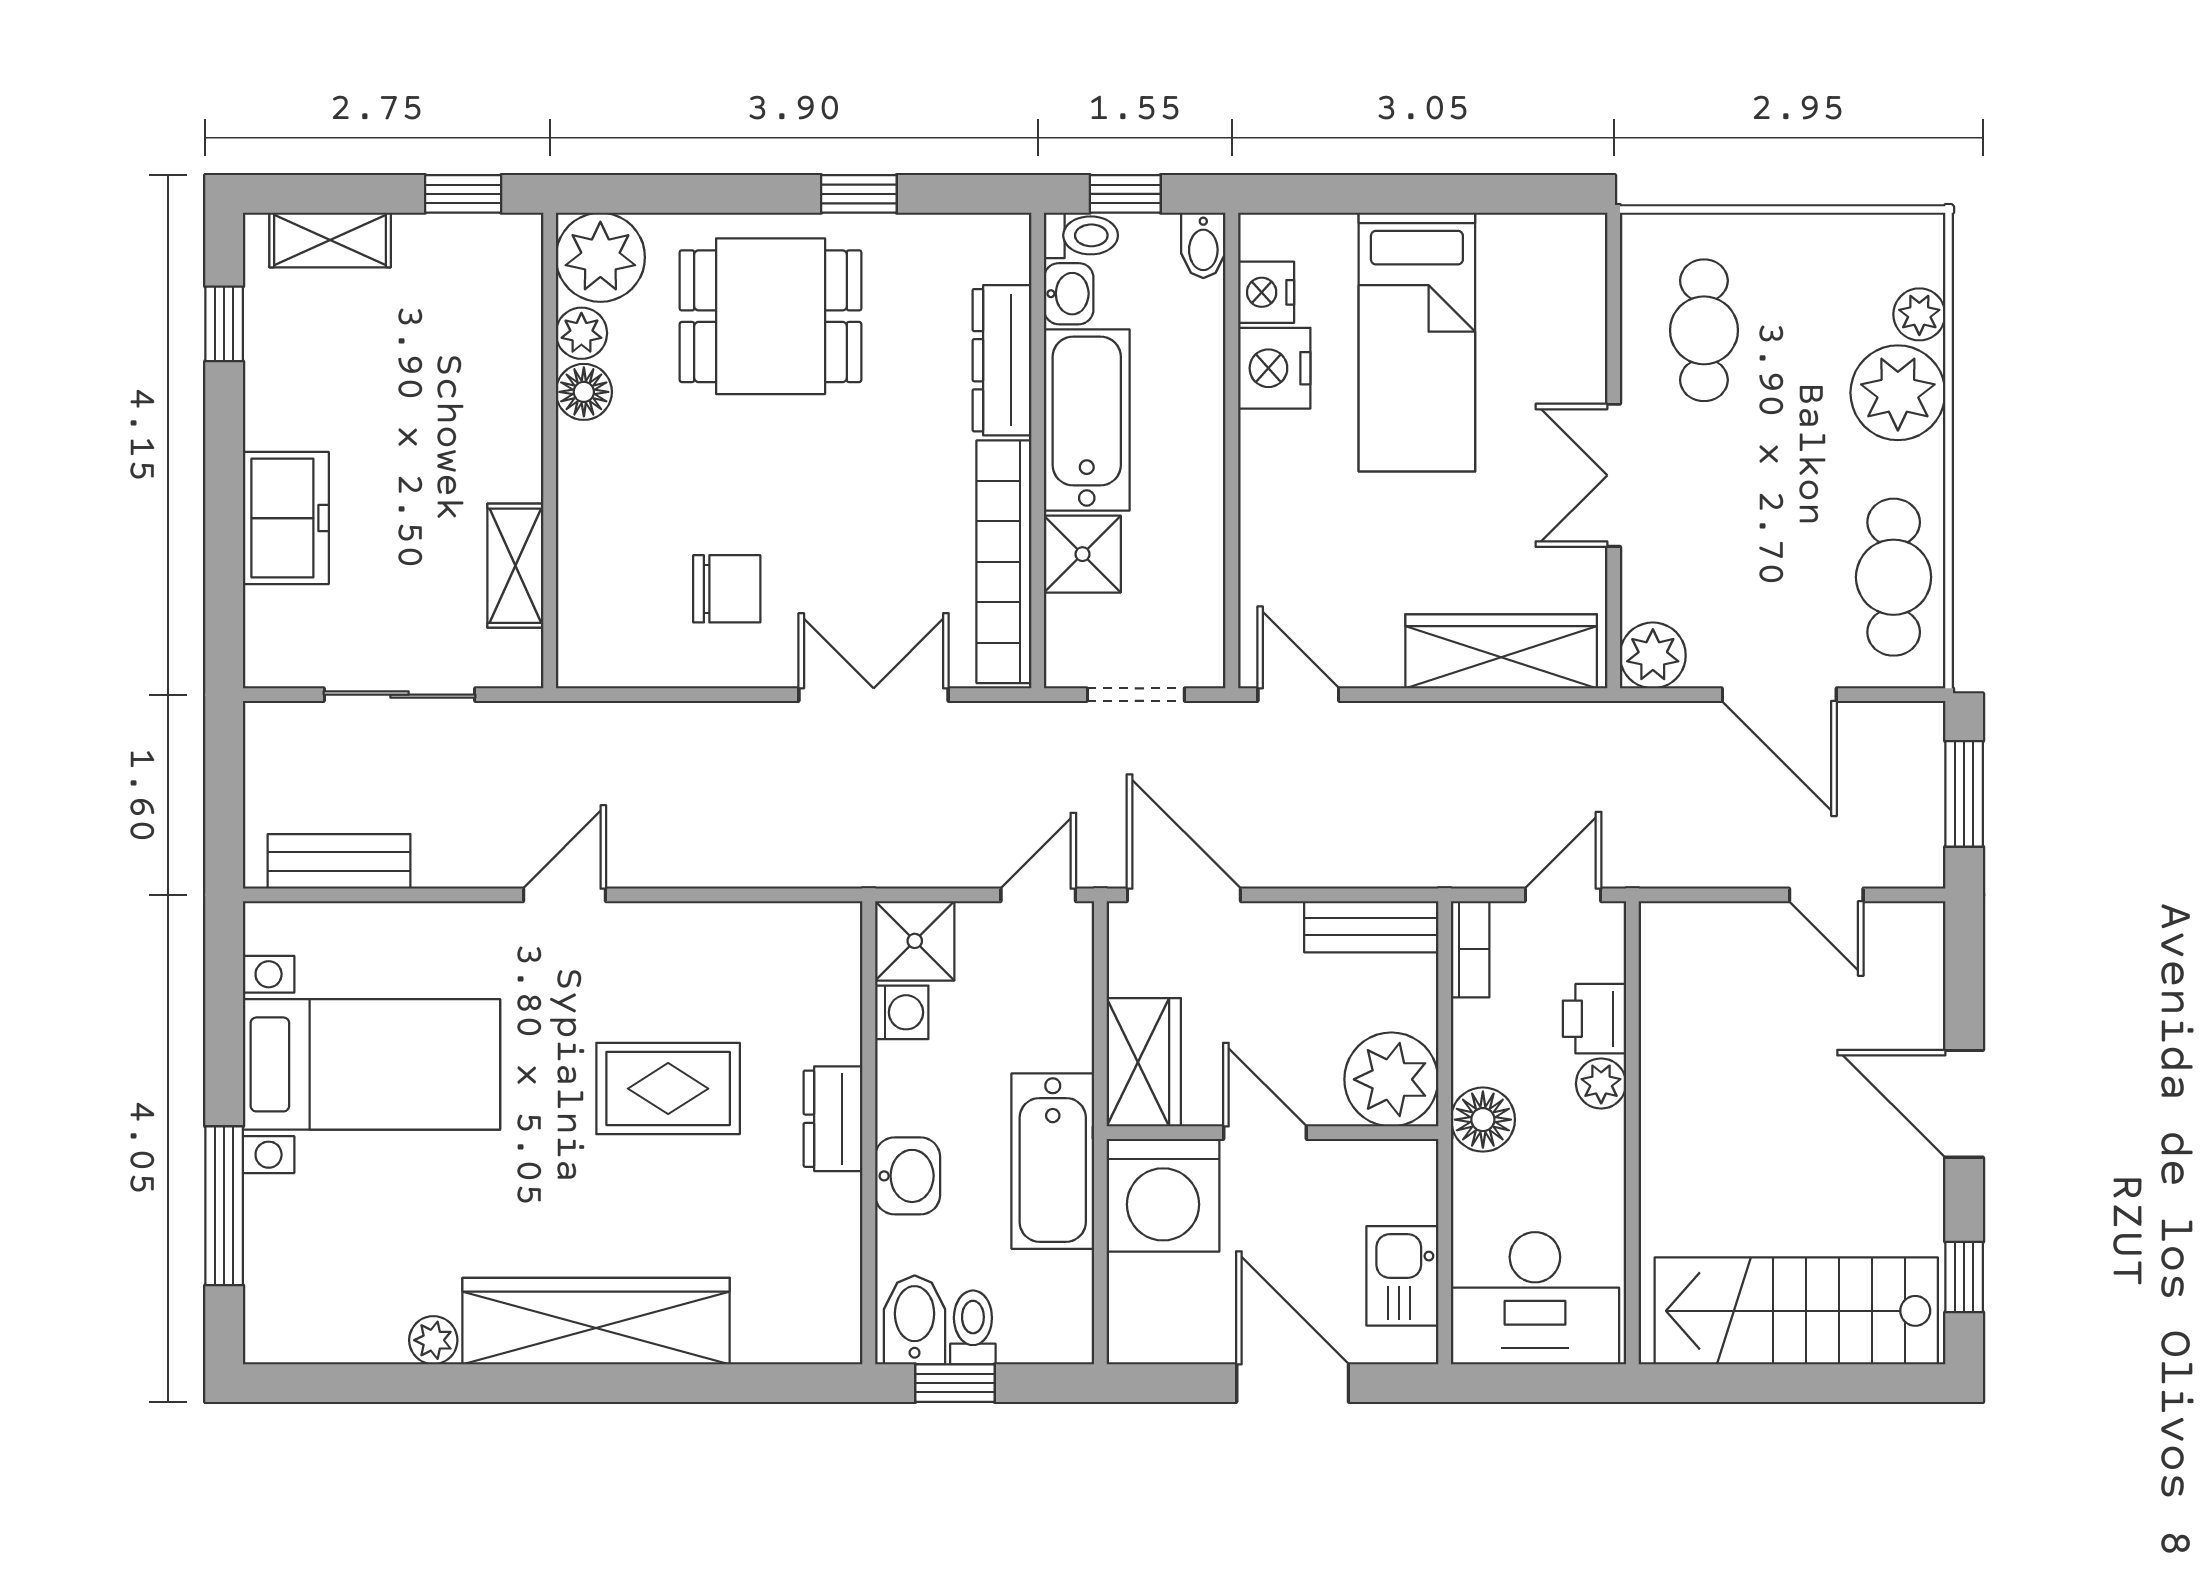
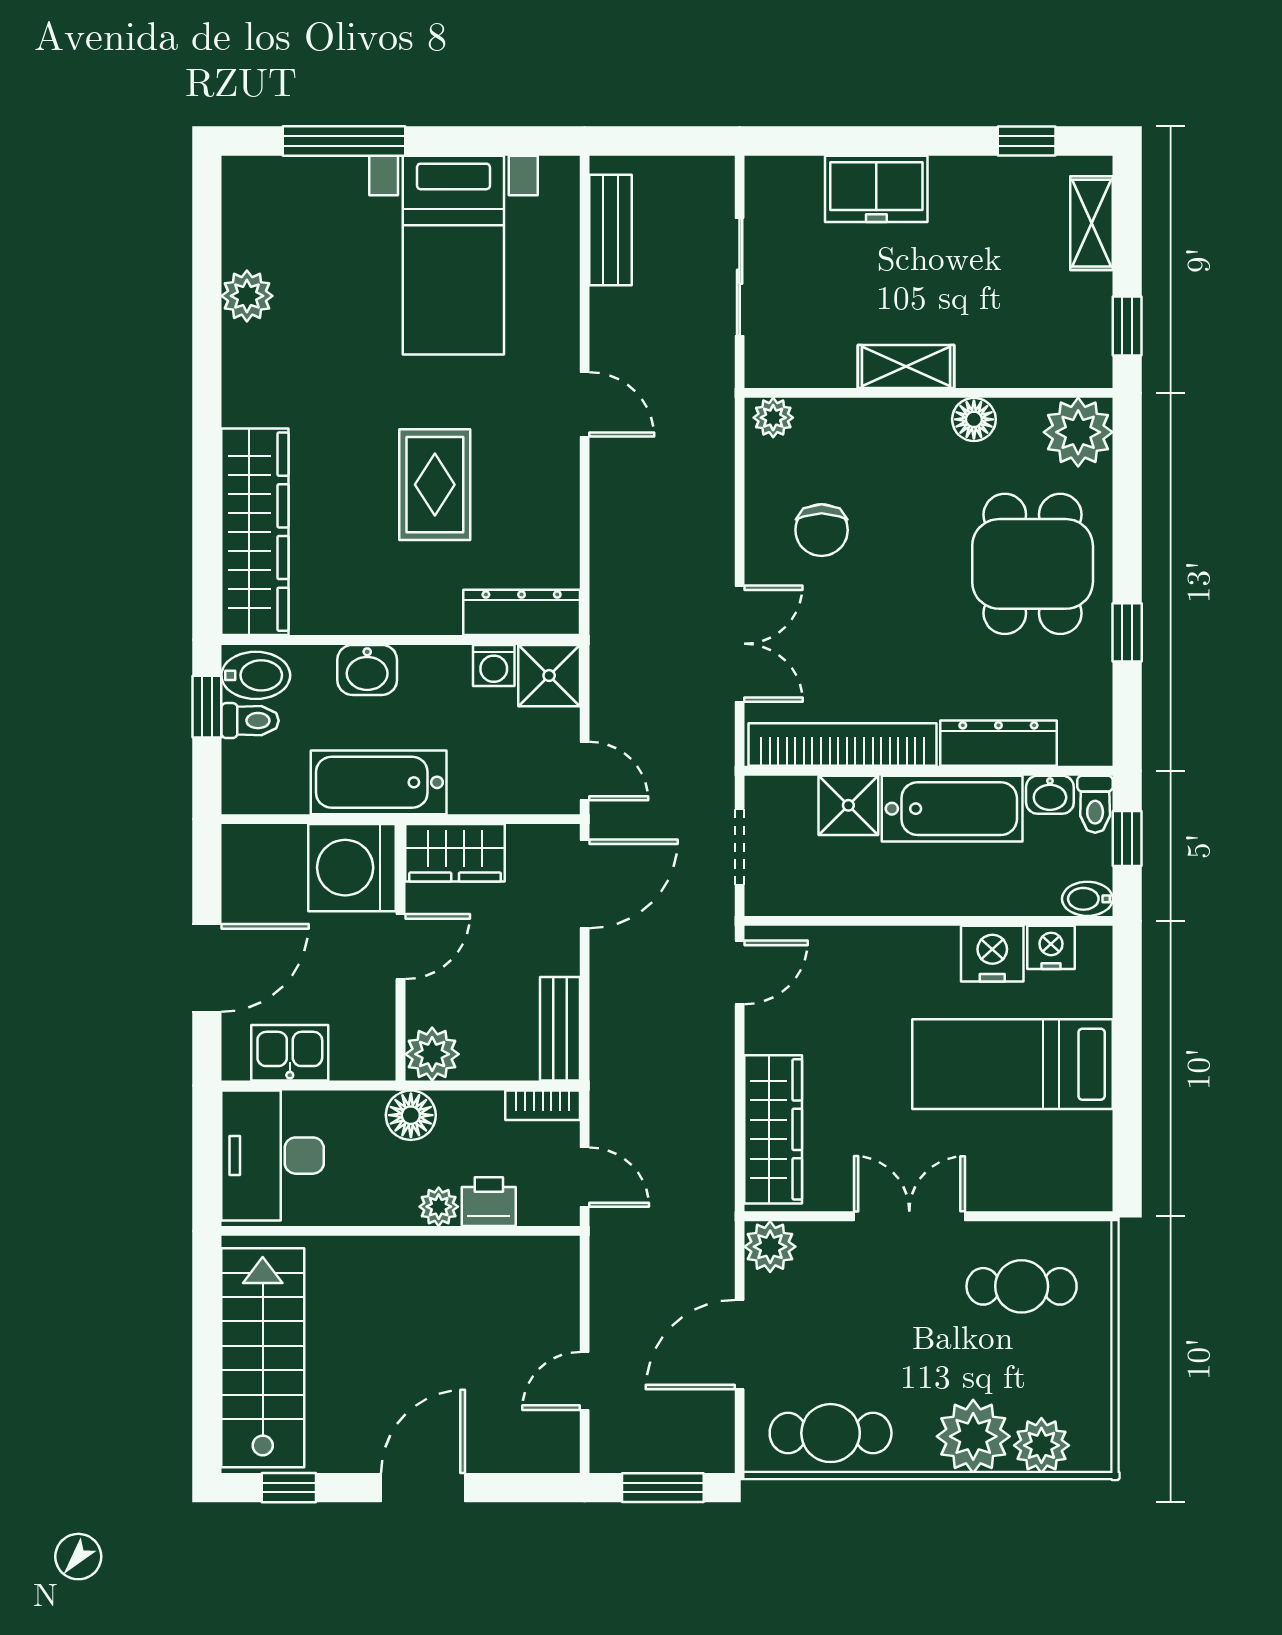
plant: (1919, 314) -> (1041, 1445), width x1.38, depth x1.38
plant: (581, 333) -> (773, 418), moved
shelving: (515, 566) -> (906, 366), moved
plant: (1391, 1079) -> (432, 1054), width x0.73, depth x0.73
dresser: (833, 1119) -> (522, 612), moved, width x1.44
wardrobe: (596, 1321) -> (255, 532), moved
plant: (433, 1340) -> (247, 296), width x1.38, depth x1.38

